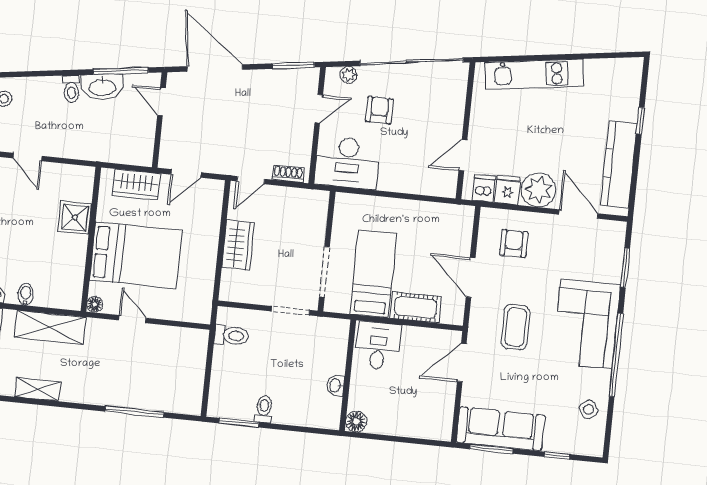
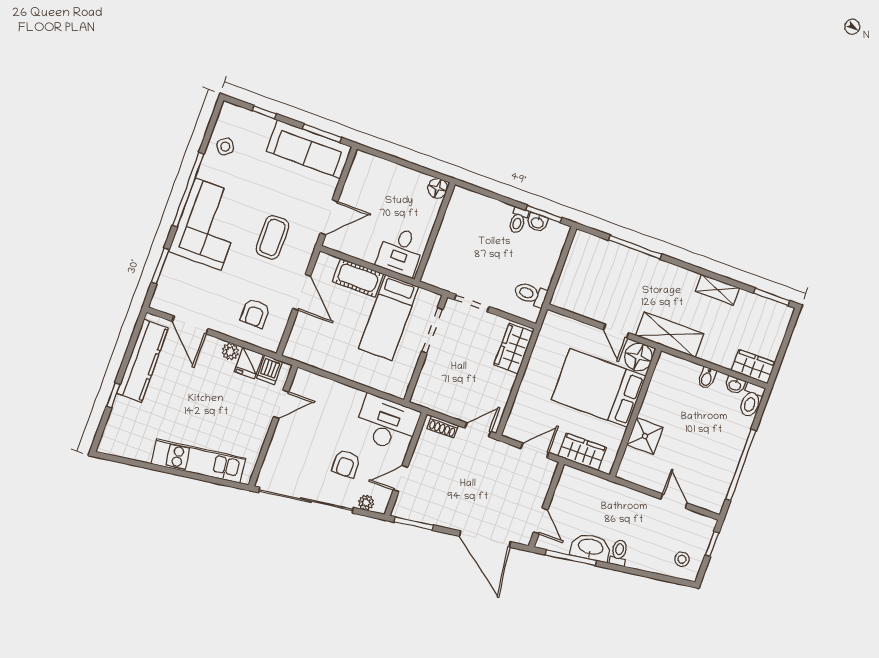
plant: (538, 190) -> (230, 351), width x0.53, depth x0.53
wardrobe: (238, 245) -> (514, 348), moved
floor lamp: (95, 304) -> (638, 357), width x1.89, depth x1.89
shelving: (50, 327) -> (670, 335), moved
washbasin: (335, 385) -> (537, 222), moved, turned 90

